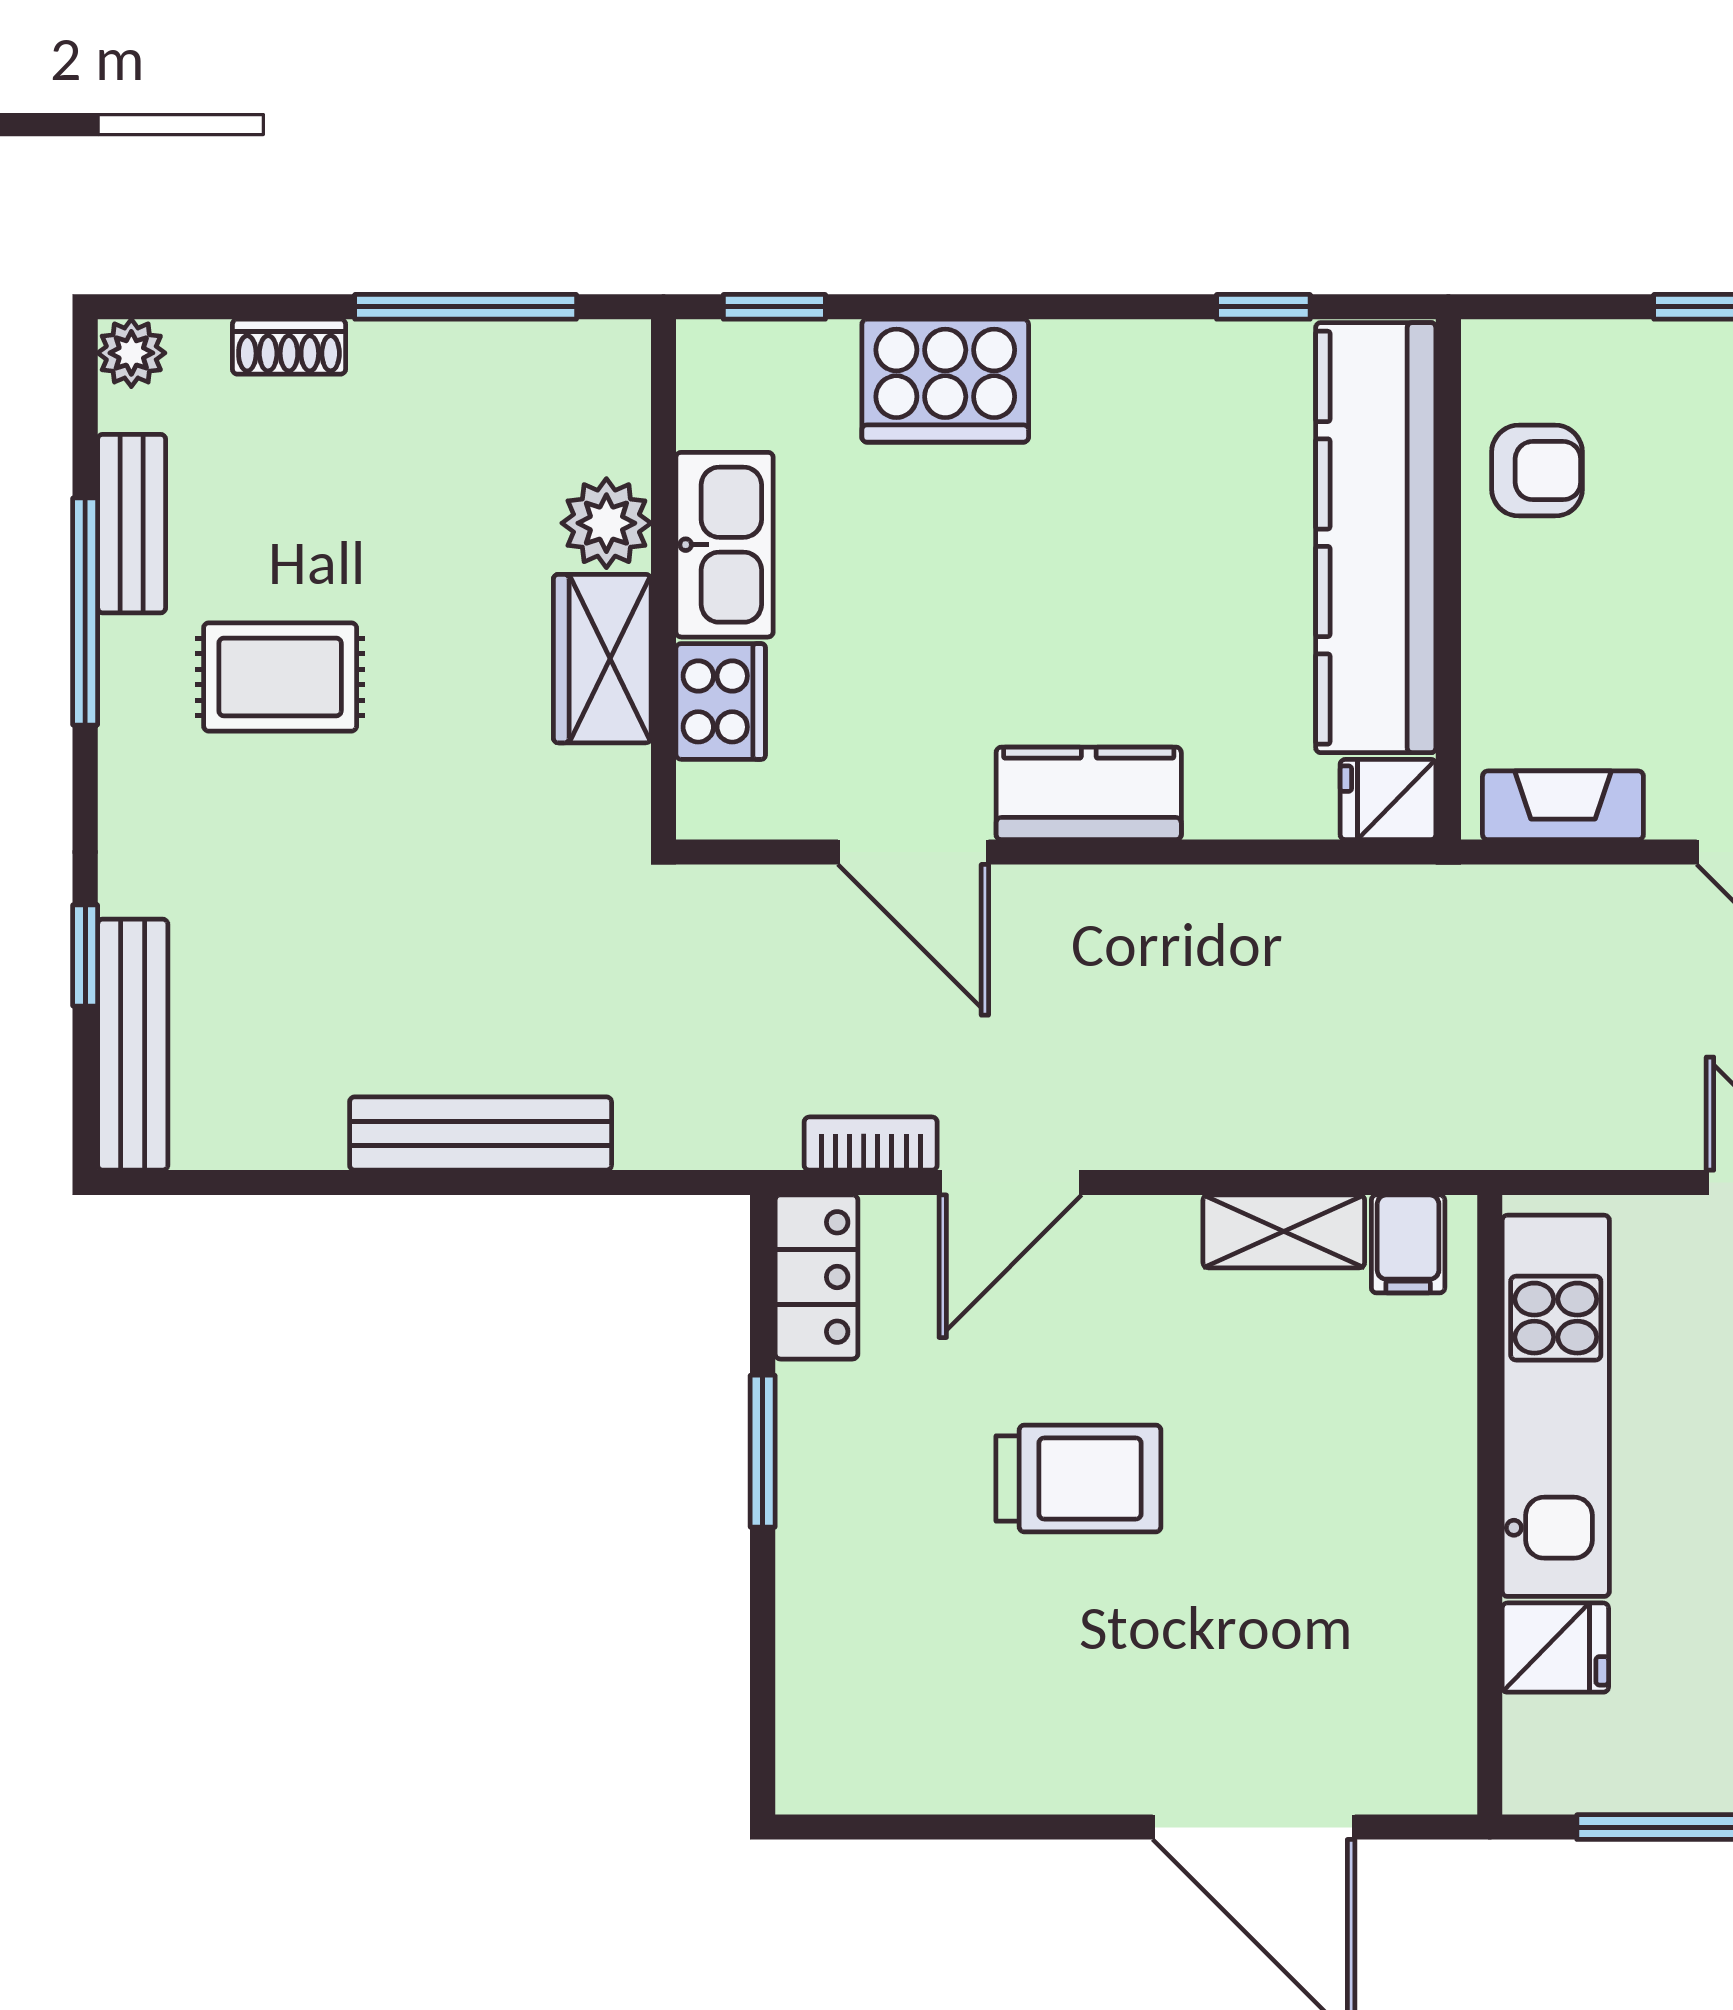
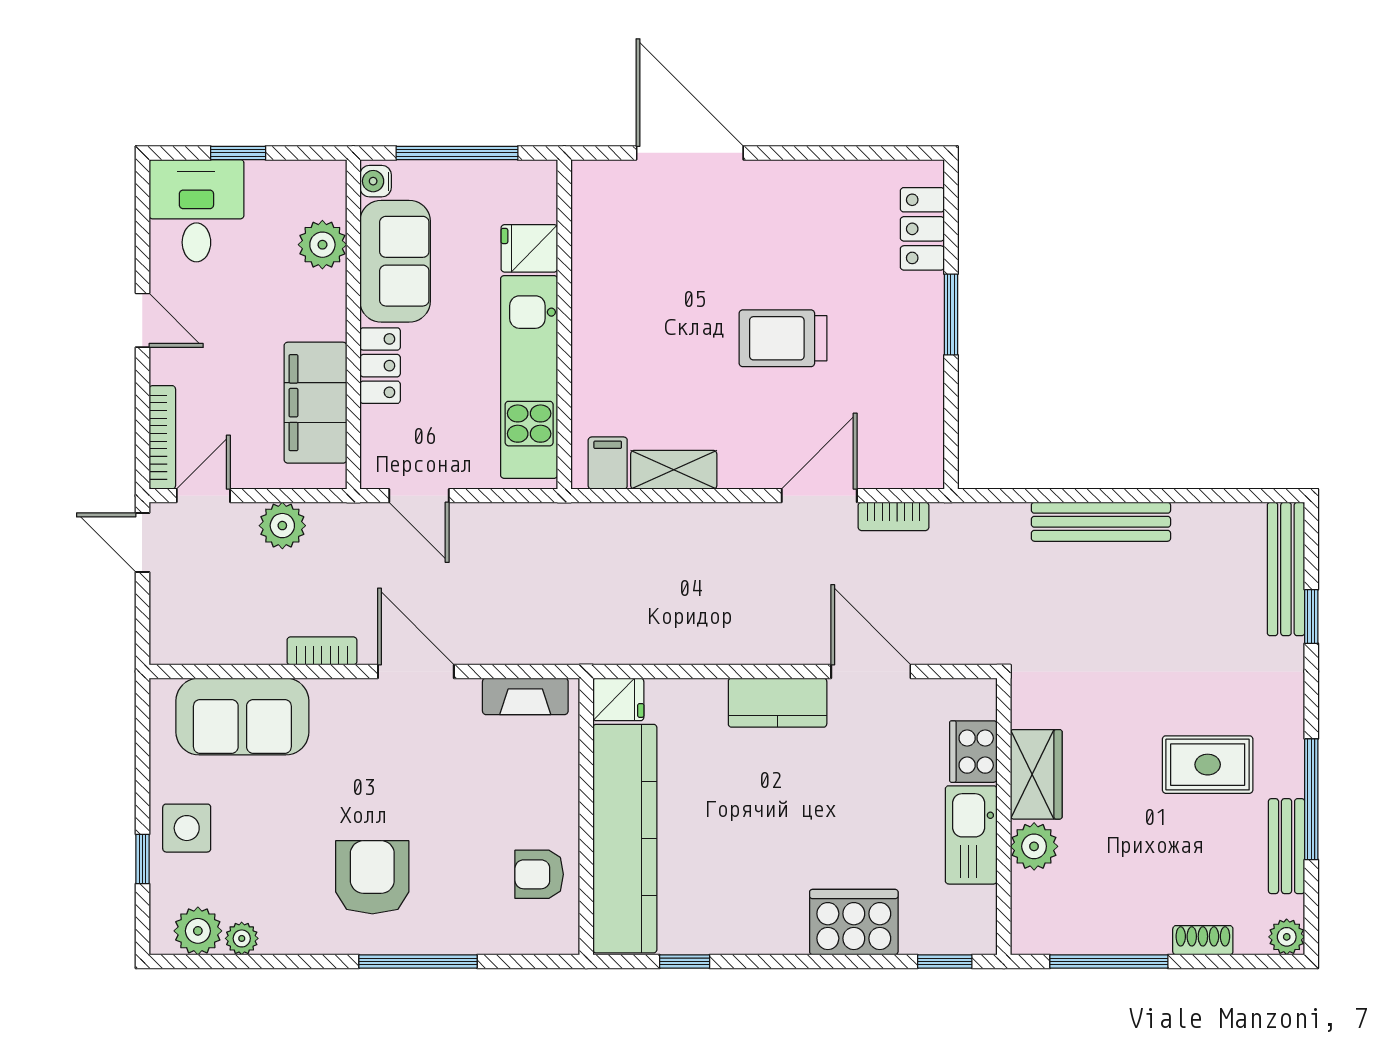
locker: (816, 1277) -> (922, 229), moved
window: (763, 1451) -> (951, 315), moved

